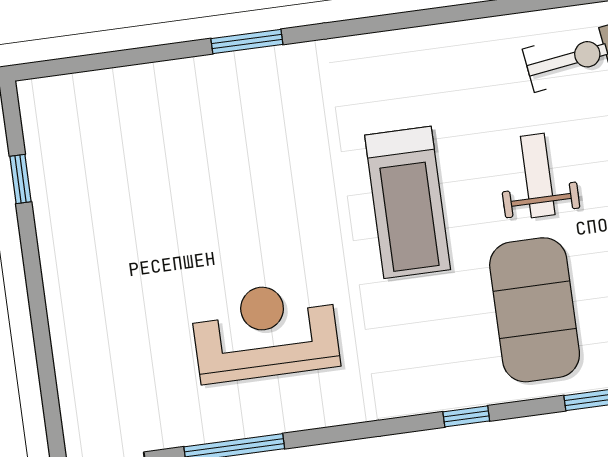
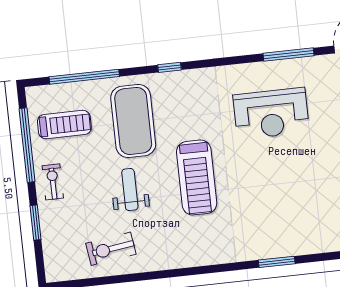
weight bench: (538, 175) -> (130, 190), turned 180
treadmill: (408, 202) -> (197, 177), turned 180

